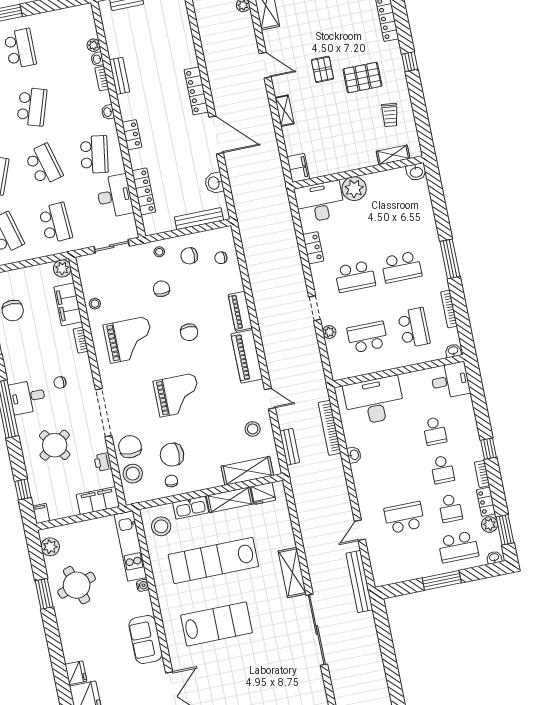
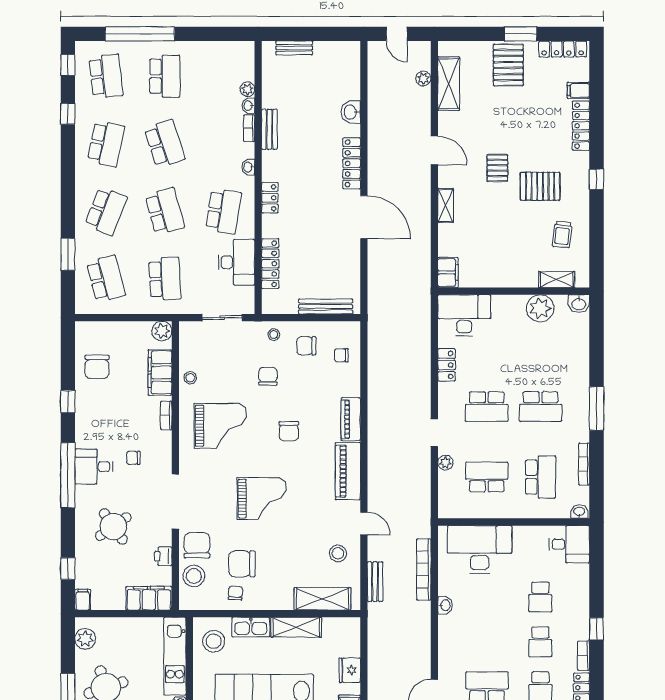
school desk: (32, 107) -> (165, 144), turned -36
washbasin: (214, 183) -> (351, 112), moved
plant: (354, 189) -> (540, 308), moved
fridge: (263, 493) -> (350, 670), moved, turned 90

